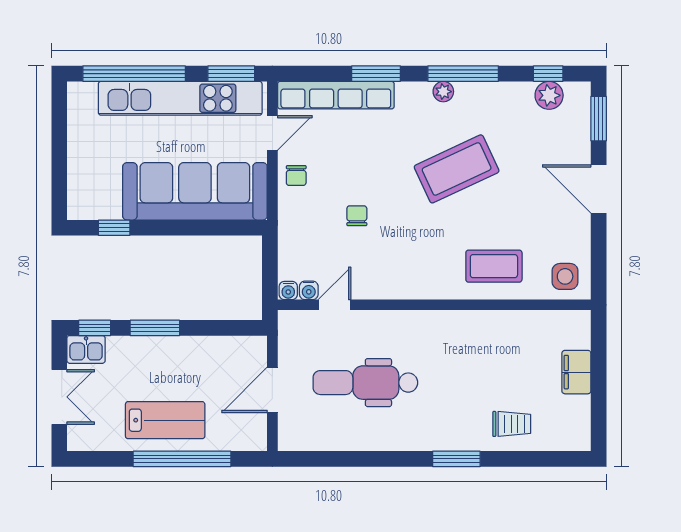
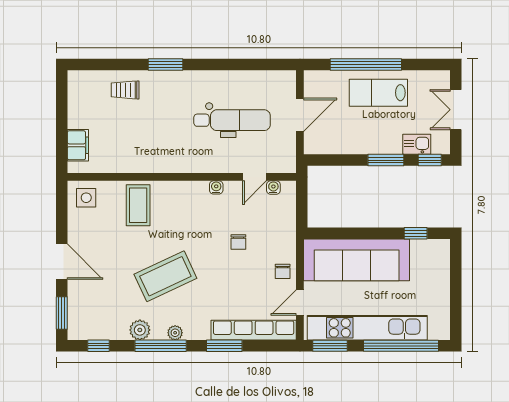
plant: (549, 95) -> (140, 330), moved
chair: (296, 176) -> (283, 271), turned 180
coffee table: (494, 266) -> (138, 205), turned 90
water cooler: (288, 291) -> (216, 187), moved
kitchen sink: (86, 349) -> (417, 144), moved
filing cabinet: (576, 372) -> (78, 145), moved

